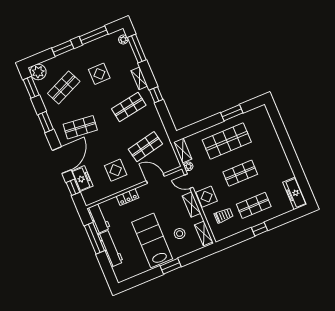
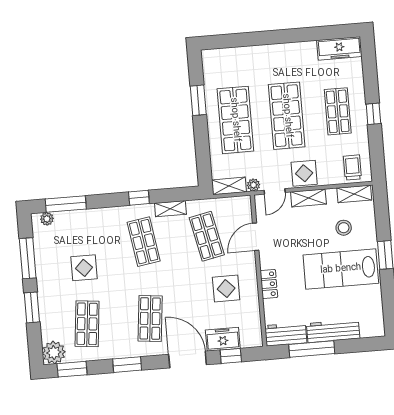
shelving: (139, 78) -> (170, 209), moved
shop shelf: (64, 87) -> (87, 324), turned 30
shop shelf: (240, 173) -> (287, 116), width x1.43, depth x1.36
trolley: (224, 215) -> (352, 167), moved

